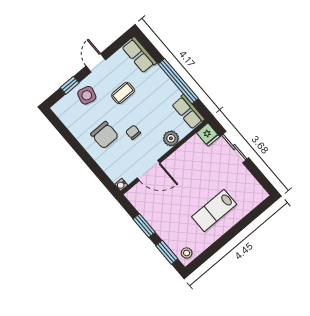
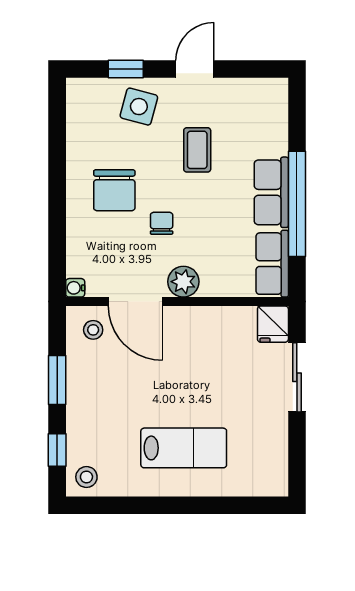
row of seats: (139, 55) -> (271, 192), moved
coffee table: (123, 93) -> (197, 150), turned 90
plant: (171, 138) -> (183, 282), moved
stool: (142, 195) -> (93, 330), added
lab bench: (214, 211) -> (184, 448), turned 180
window: (167, 252) -> (57, 450), width x0.67

